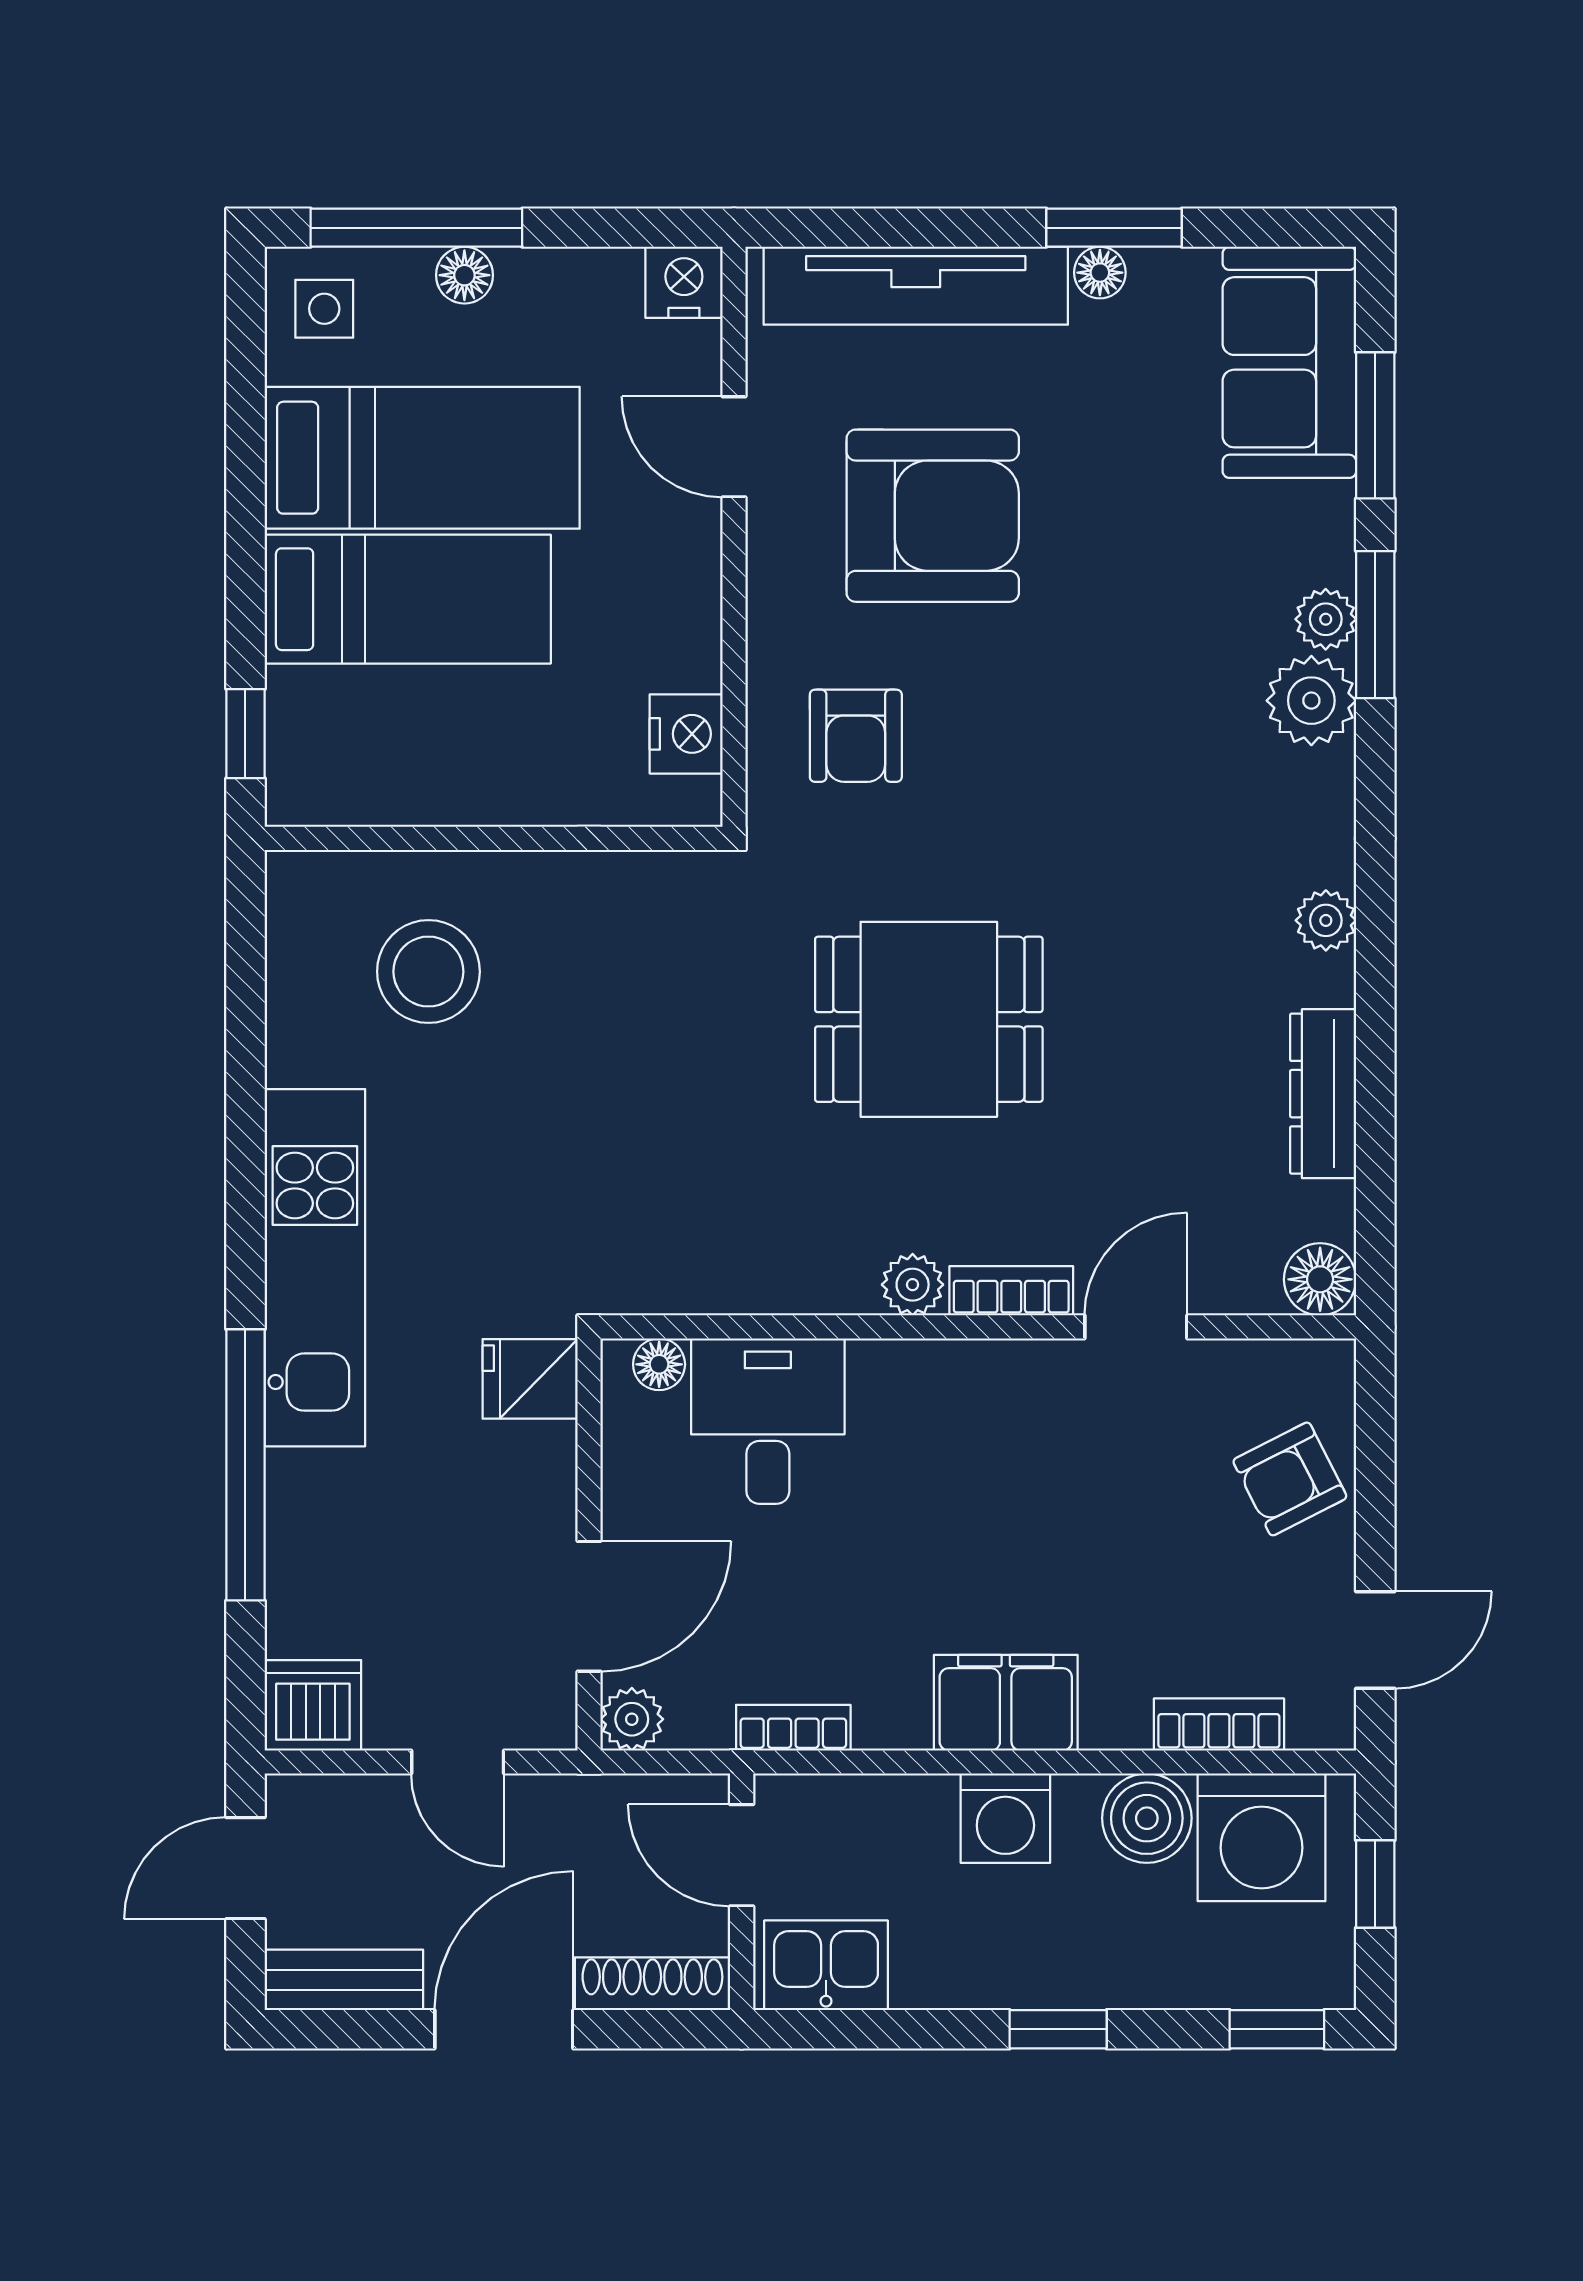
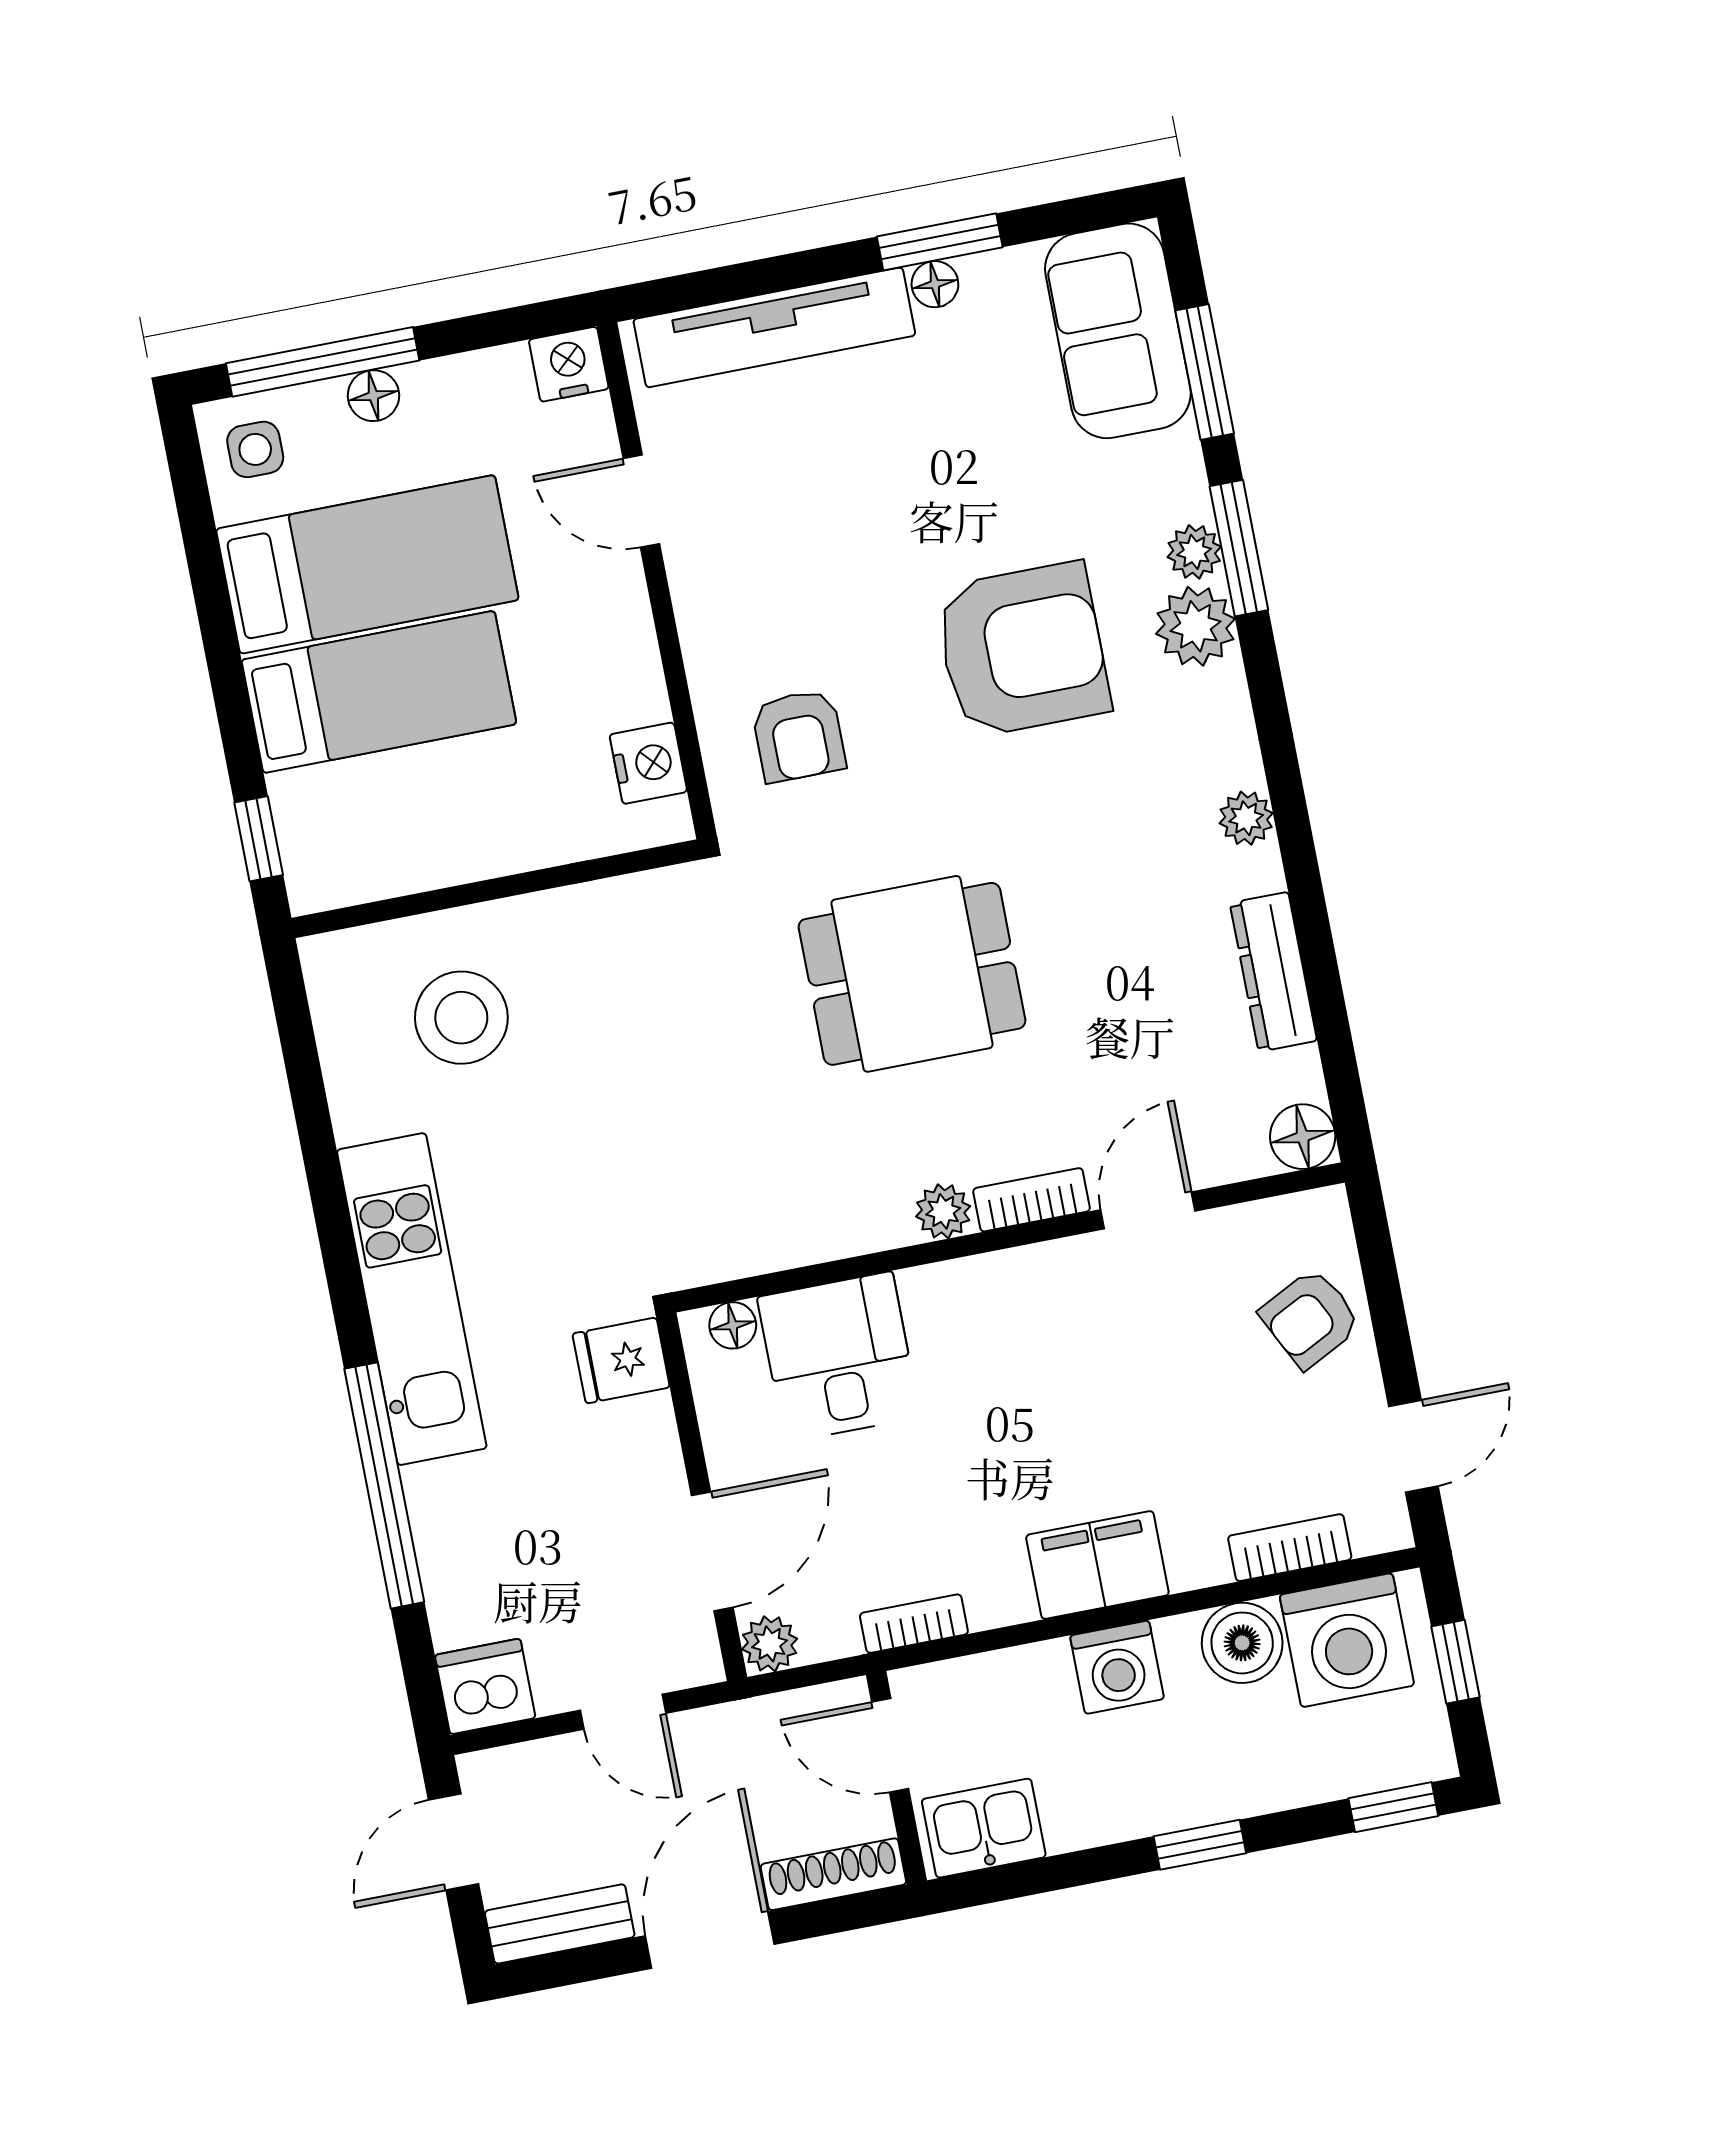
armchair: (933, 516) -> (1022, 650), moved

